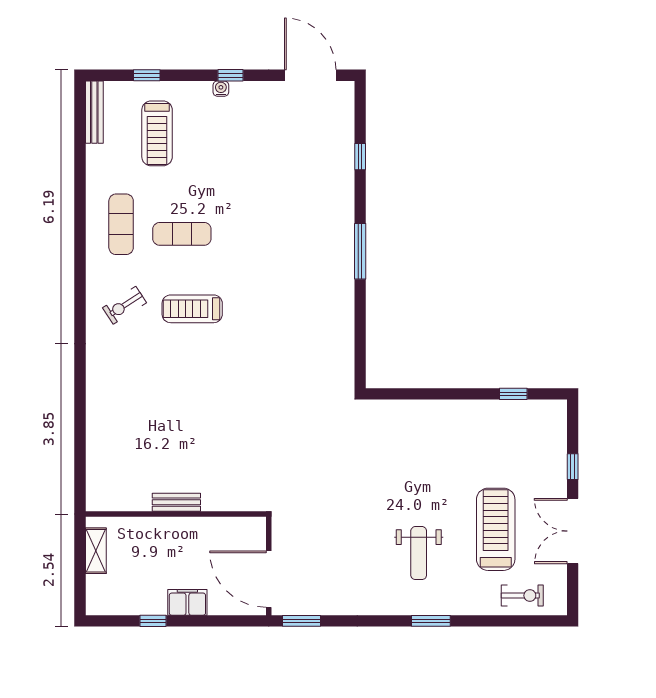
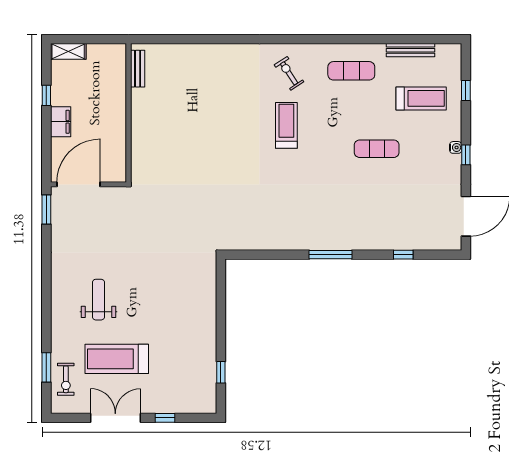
bench: (94, 112) -> (411, 50), moved
treadmill: (157, 133) -> (421, 98), turned 180
exercise mat: (182, 234) -> (377, 149), moved, turned 90
bench: (176, 502) -> (138, 69), moved
treadmill: (496, 529) -> (117, 359), turned 180
shelving: (96, 551) -> (68, 51), moved
weight bench: (419, 553) -> (98, 300), turned 90
window: (431, 621) -> (46, 367), moved

